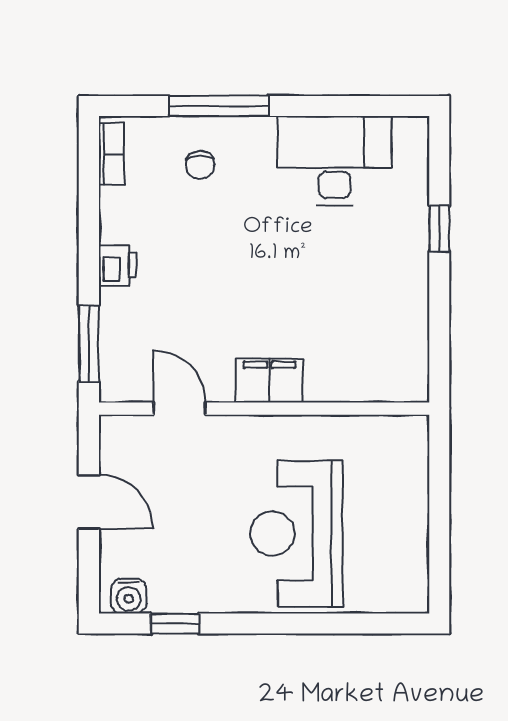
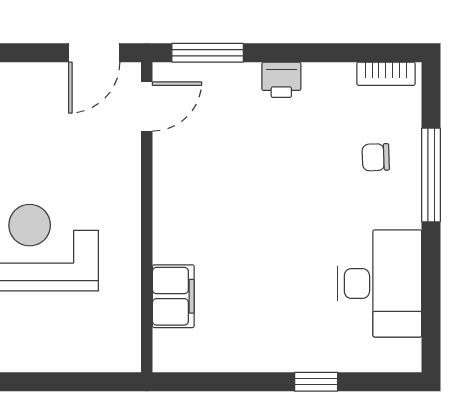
filing cabinet: (269, 380) -> (173, 296), moved
door: (180, 409) -> (147, 106), moved
door: (89, 502) -> (94, 53), moved

